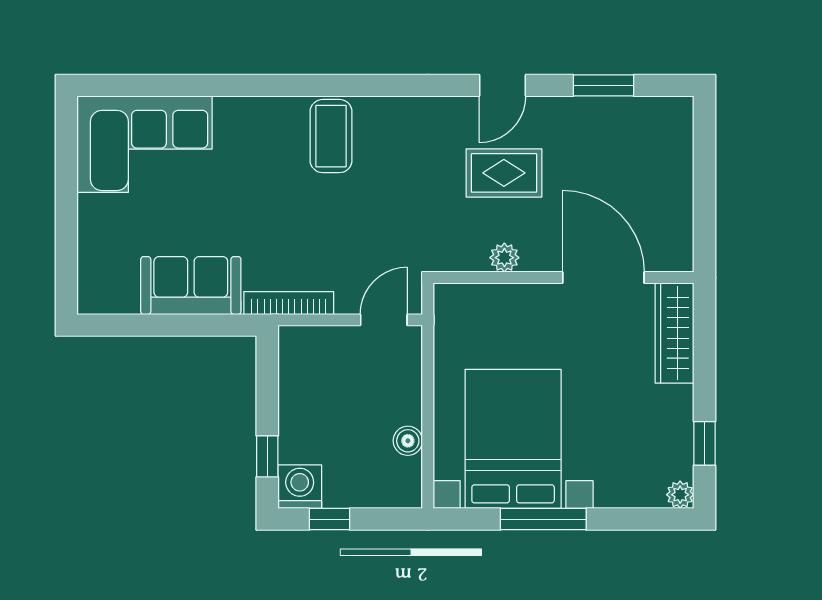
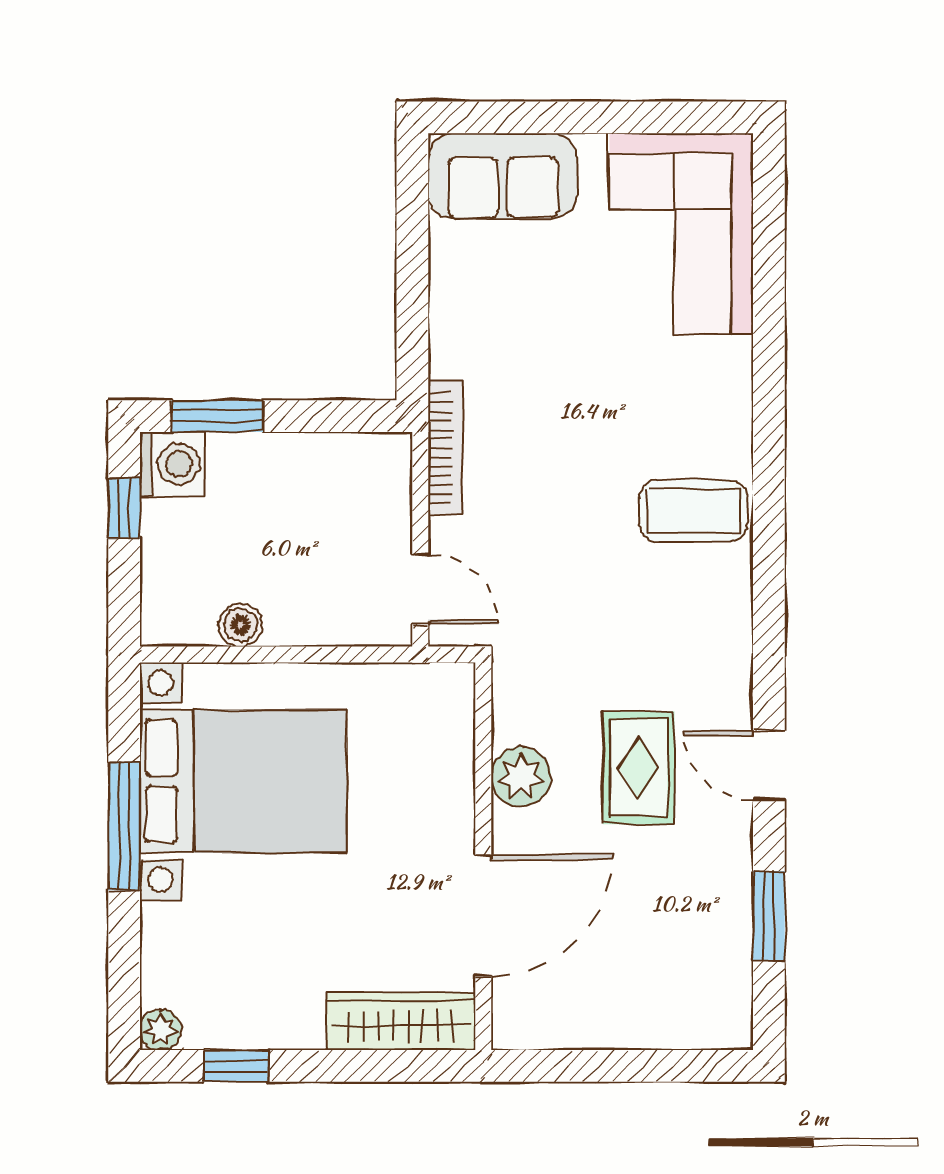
plant: (504, 258) -> (521, 777), width x1.38, depth x1.38
sofa: (191, 286) -> (503, 176), moved, turned 90
window: (267, 456) -> (217, 416), width x1.50

